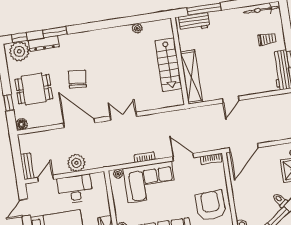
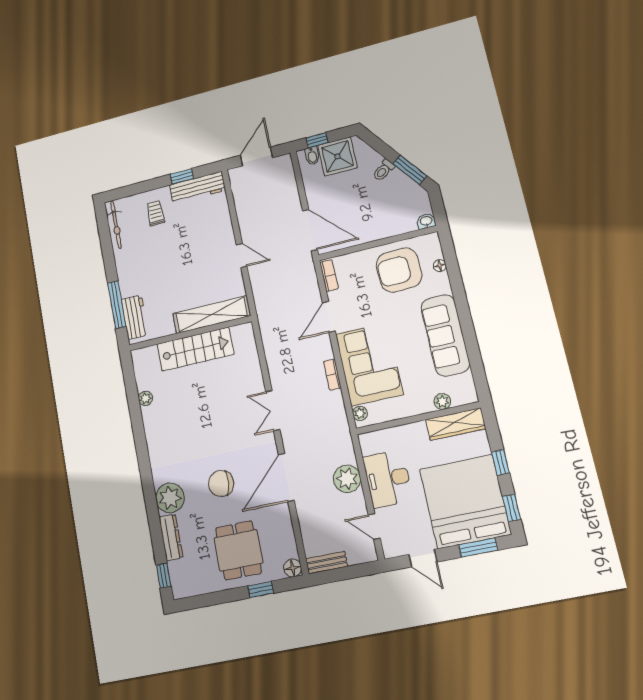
window: (55, 32) -> (154, 521), removed
plant: (19, 51) -> (170, 498), moved
bench: (27, 166) -> (327, 563), moved

